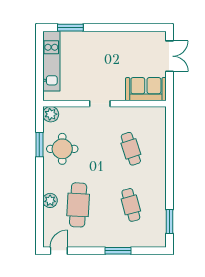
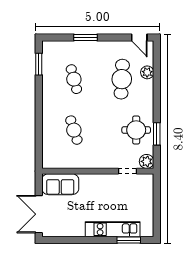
double door: (170, 56) -> (39, 214), width x1.37
kitchen unit: (51, 61) -> (113, 229), moved, turned 90
doorway: (100, 104) -> (127, 171), moved
plant: (50, 200) -> (147, 72), moved
door: (59, 251) -> (139, 38), hinge flipped

